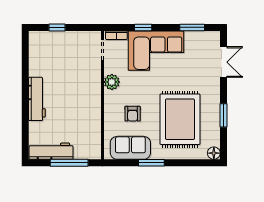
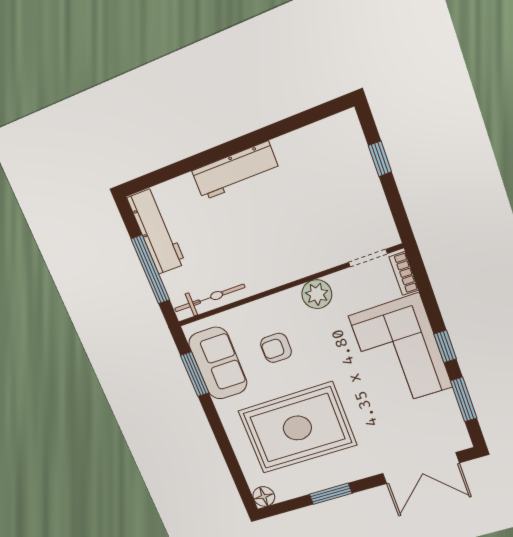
window: (143, 27) -> (445, 346), moved
double door: (223, 62) -> (421, 468), width x1.37
bicycle: (95, 138) -> (210, 298), added
window: (151, 163) -> (195, 374), moved

